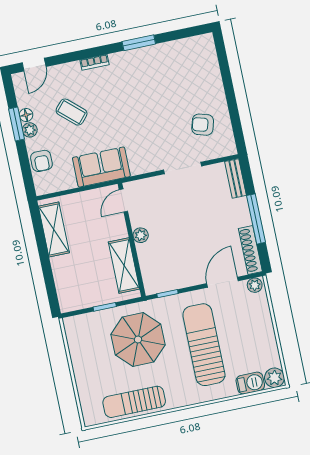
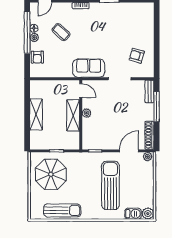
window: (16, 124) -> (27, 32), width x2.11
sofa: (101, 167) -> (89, 68), moved
door: (123, 201) -> (81, 91), swing flipped
window: (256, 219) -> (157, 107), moved
shelving: (54, 230) -> (36, 114), moved
shelving: (124, 266) -> (73, 115), moved
parasol: (138, 340) -> (51, 174), moved
sun lounger: (134, 402) -> (62, 210), turned 180

